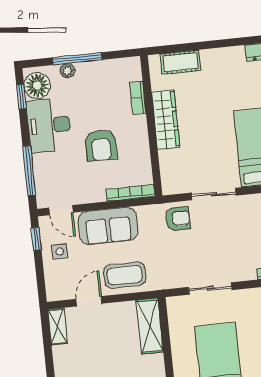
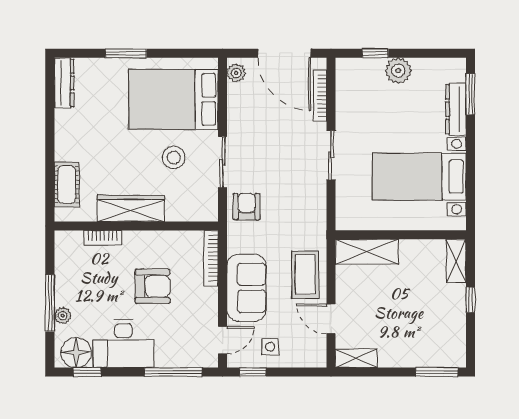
stool: (213, 152) -> (174, 157), added
sliding door: (210, 289) -> (331, 155), moved

